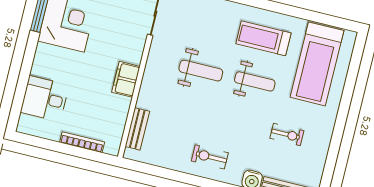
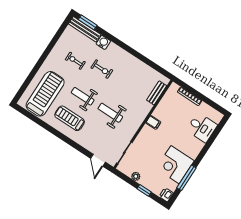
treadmill: (263, 38) -> (70, 118), turned 180
filing cabinet: (126, 79) -> (153, 122), width x0.50
exercise bike: (210, 157) -> (102, 69), moved

